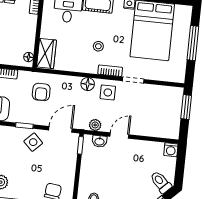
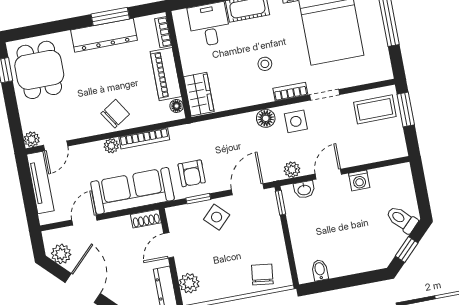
piano: (28, 33) -> (166, 74), added
armchair: (41, 92) -> (192, 173), moved
coffee table: (165, 101) -> (375, 109), added
washing machine: (171, 150) -> (359, 180), moved

